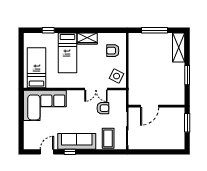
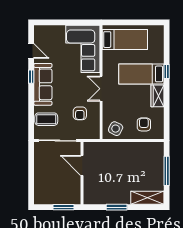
window: (48, 30) -> (167, 71), moved
double door: (96, 89) -> (101, 89), moved

